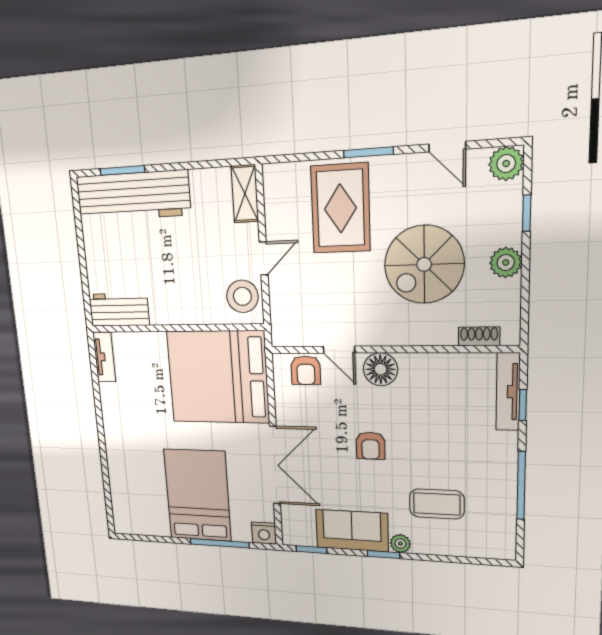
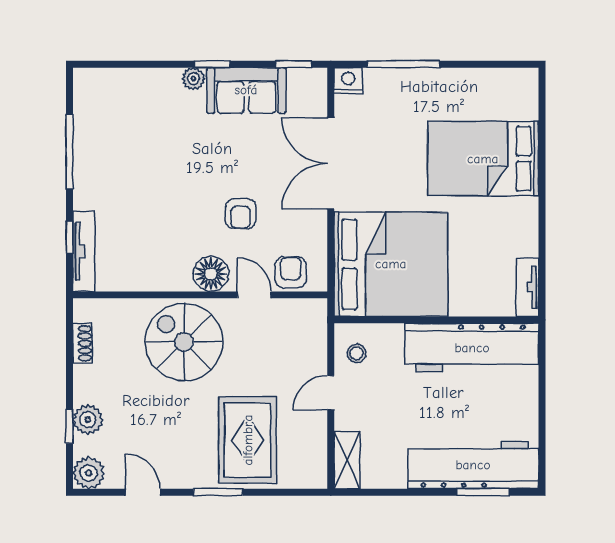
plant: (506, 262) -> (88, 420), moved
spiral stairs: (424, 264) -> (184, 342), moved, turned -90
stool: (242, 296) -> (357, 353), width x0.53, depth x0.53
workbench: (119, 310) -> (472, 348), width x1.88, depth x1.32
shoe rack: (479, 336) -> (82, 343), moved, turned -90
armchair: (370, 446) -> (241, 214), moved, turned 180
bed: (198, 495) -> (483, 159), moved, turned 90
coffee table: (437, 504) -> (154, 127), removed

